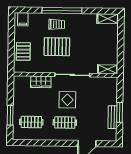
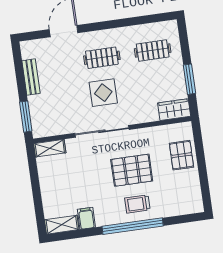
filing cabinet: (23, 19) -> (86, 218), moved
wardrobe: (41, 82) -> (174, 110), moved
window: (120, 112) -> (26, 117), moved
window: (10, 115) -> (189, 79), moved

